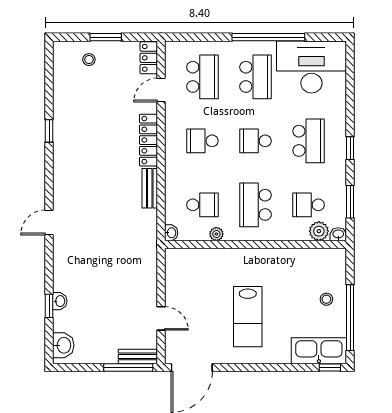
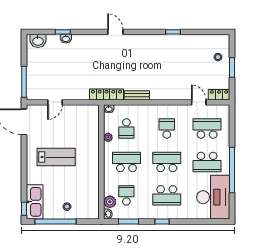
school desk: (202, 77) -> (207, 129), turned 180
locker: (148, 140) -> (107, 94), moved
school desk: (256, 141) -> (167, 162), width x1.85
lab bench: (248, 317) -> (56, 157), turned 180
bench: (138, 356) -> (31, 88), removed

